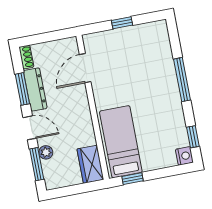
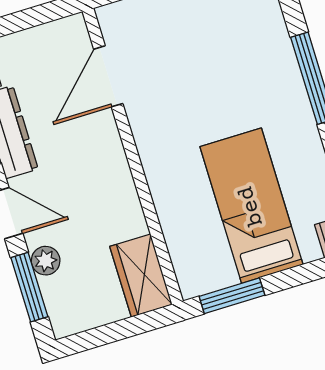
bed: (121, 142) -> (251, 206), moved
window: (132, 179) -> (232, 296), width x1.50

